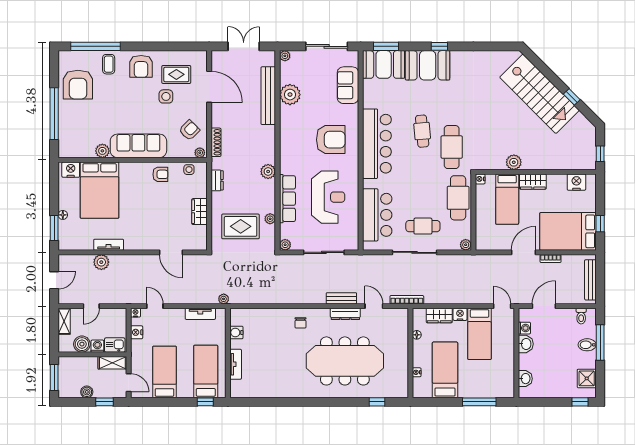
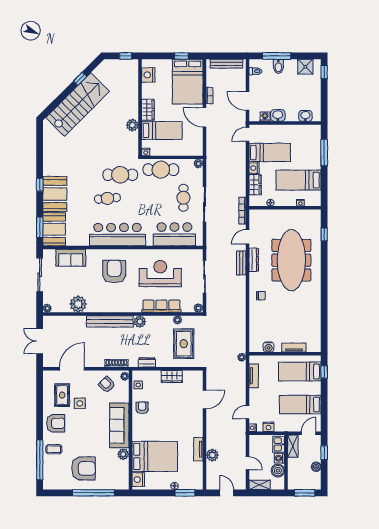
armchair: (78, 85) -> (84, 468), moved
bench: (268, 96) -> (110, 321), moved

